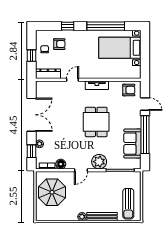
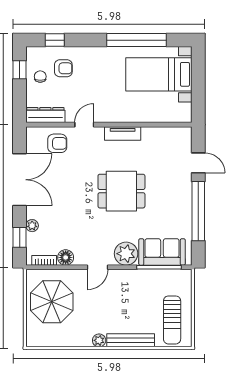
window: (68, 26) -> (55, 40), moved
window: (31, 56) -> (20, 70), moved
armchair: (129, 90) -> (57, 143), moved
dining table: (96, 122) -> (121, 191), turned 90
sofa: (132, 144) -> (162, 252), moved, turned 90

